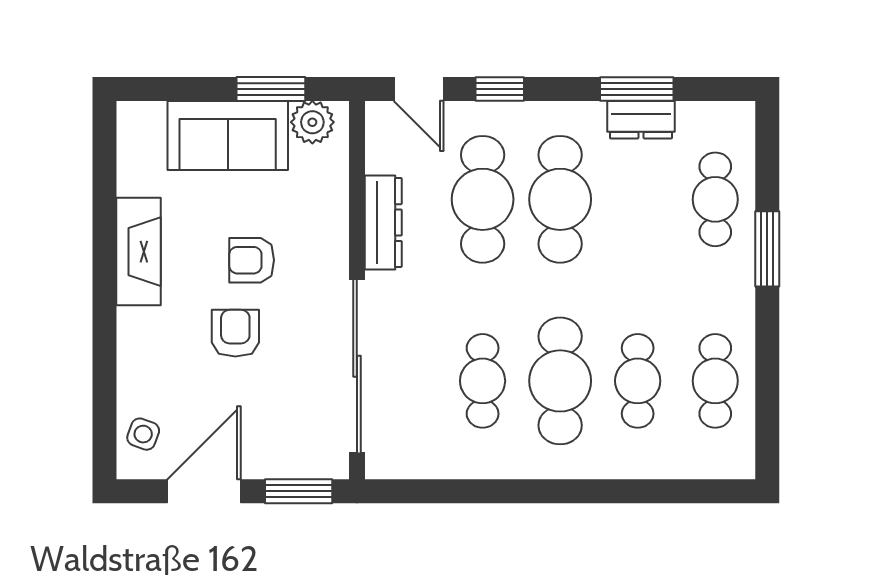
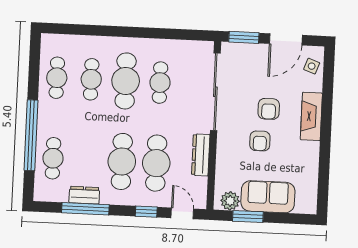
window: (637, 89) -> (85, 209), width x1.44
window: (767, 249) -> (31, 135), width x2.11
fireplace: (138, 252) -> (311, 116), moved
armchair: (252, 260) -> (260, 141), turned 90

